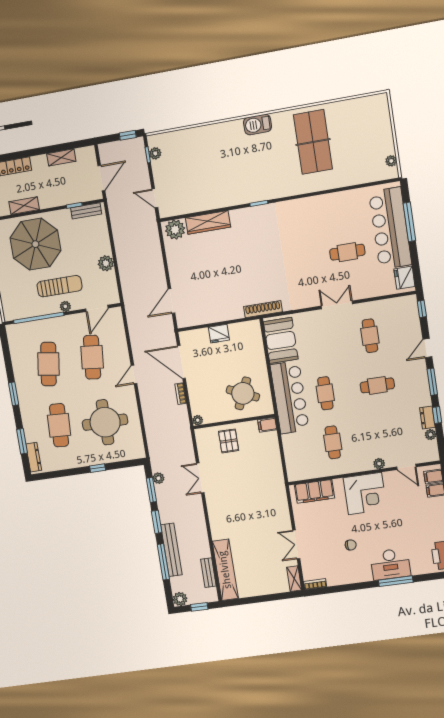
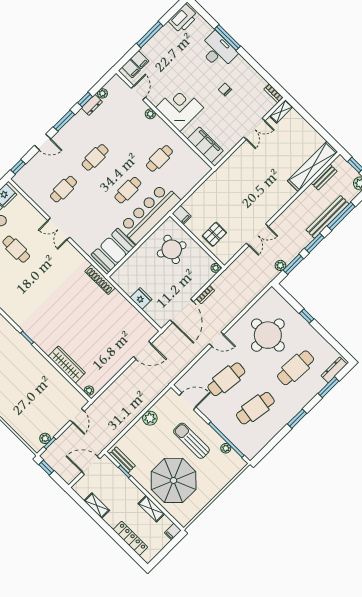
plant: (175, 230) -> (89, 391), width x0.53, depth x0.53
plant: (65, 306) -> (226, 448), moved
cafe table: (377, 385) -> (95, 157), turned 90

